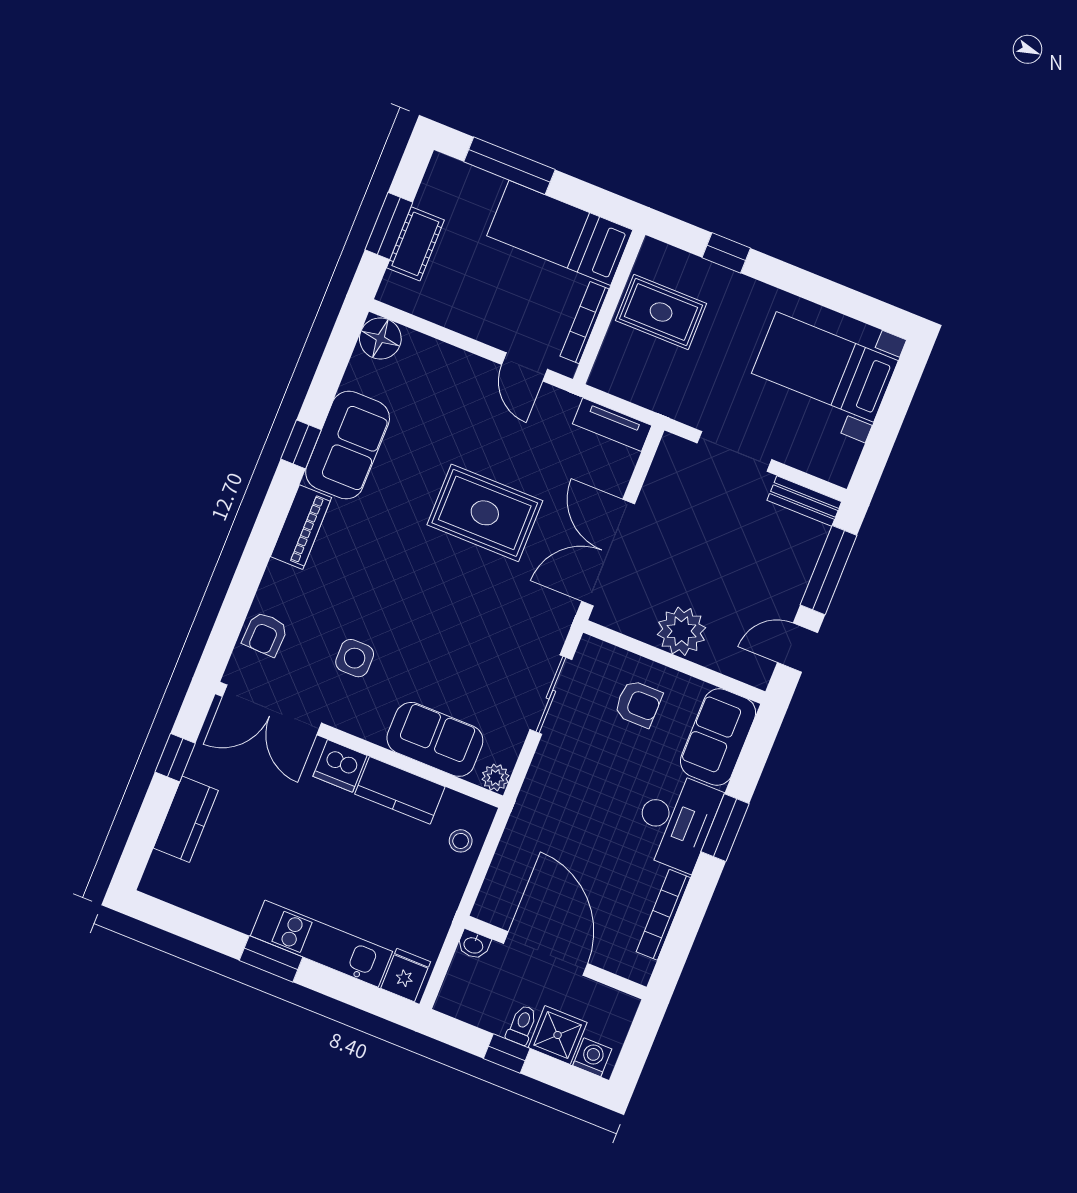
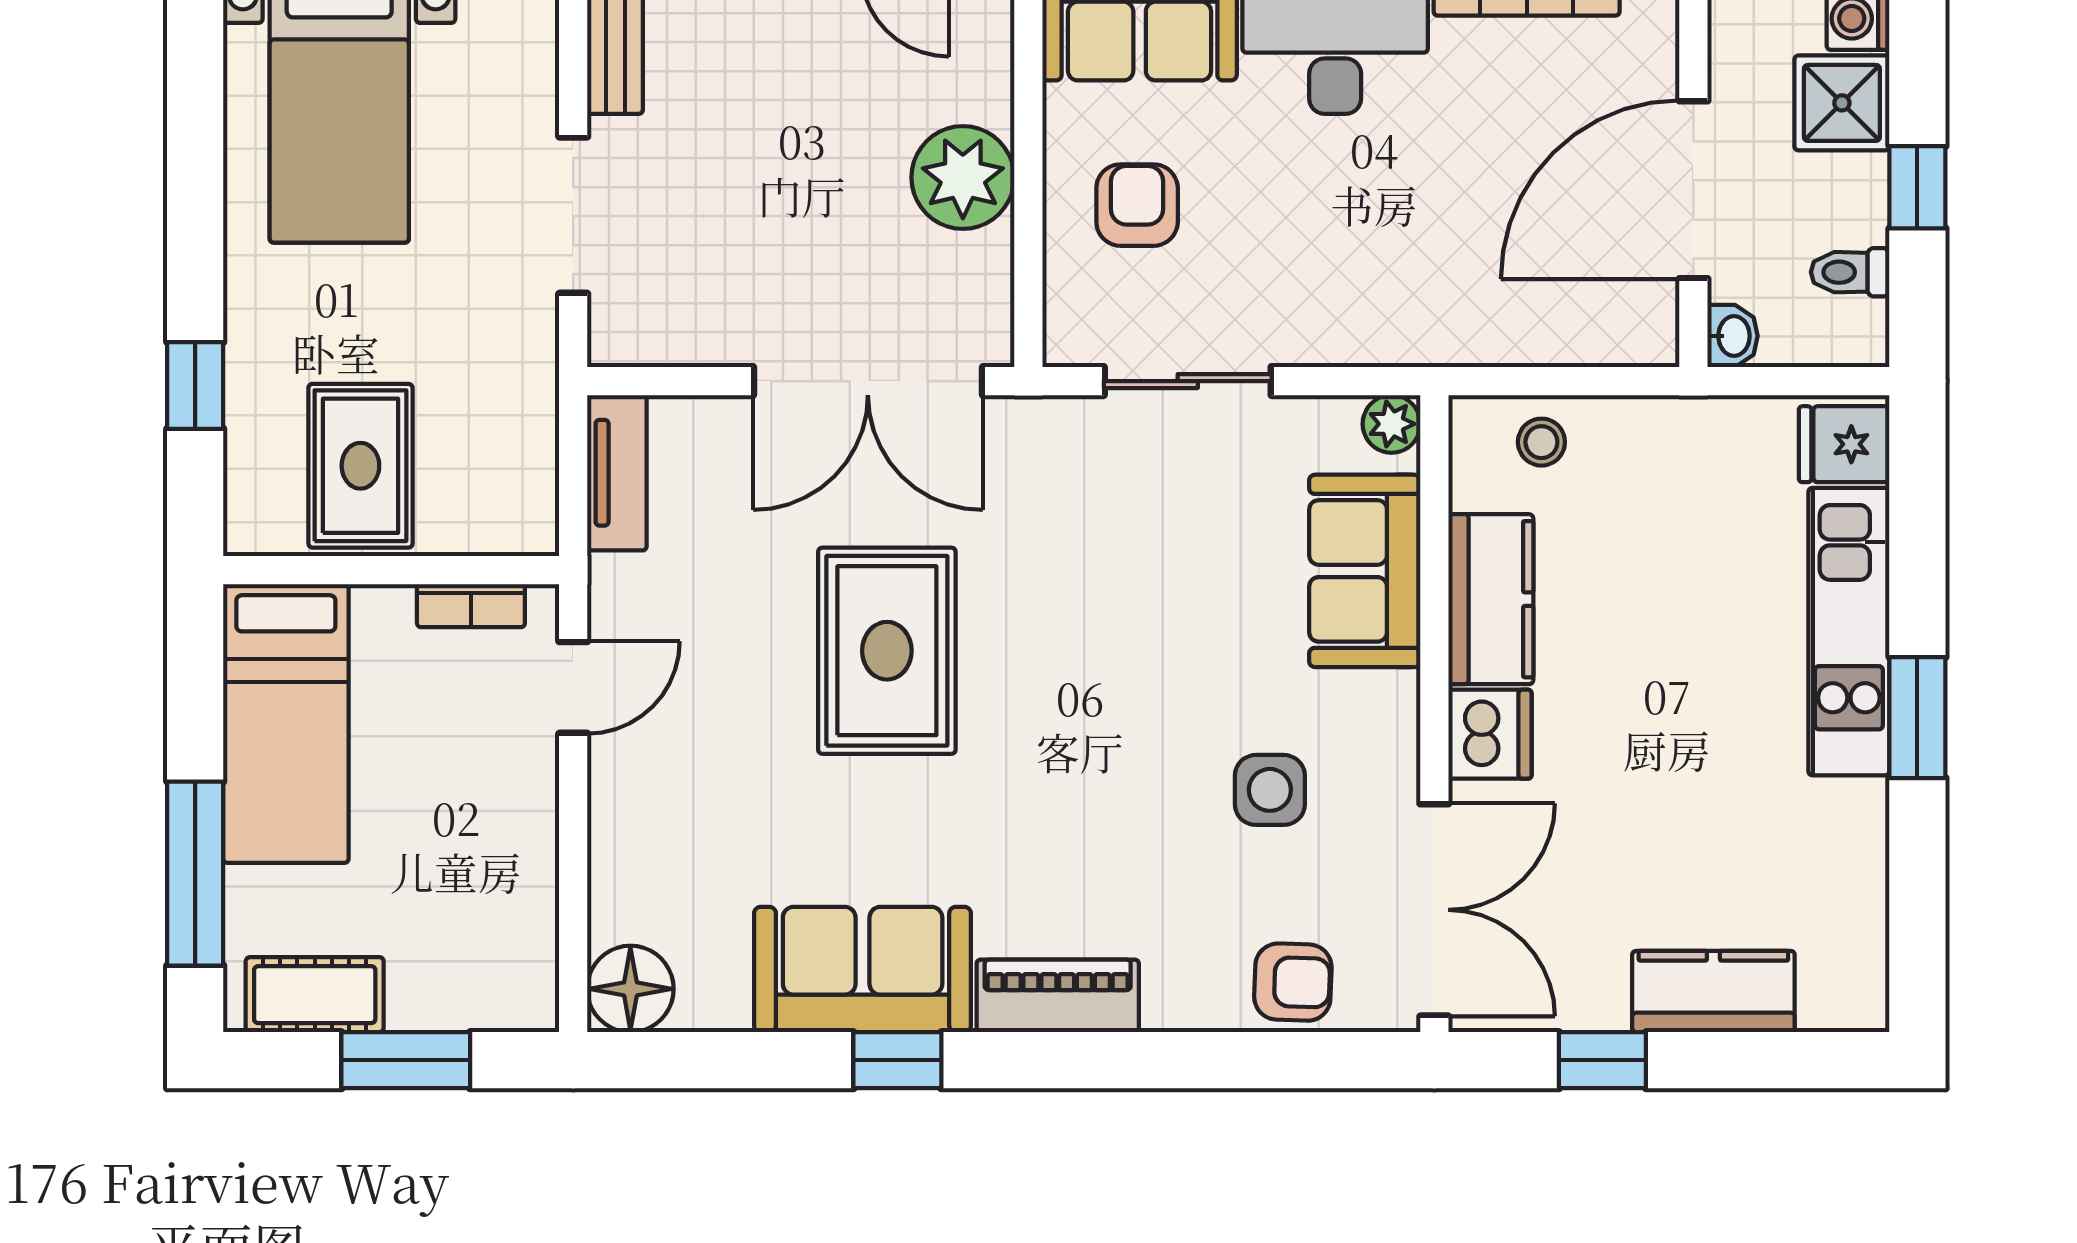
cot: (415, 244) -> (315, 995), moved
bookcase: (585, 323) -> (471, 606), width x0.64
toilet: (522, 1025) -> (1850, 272), moved

